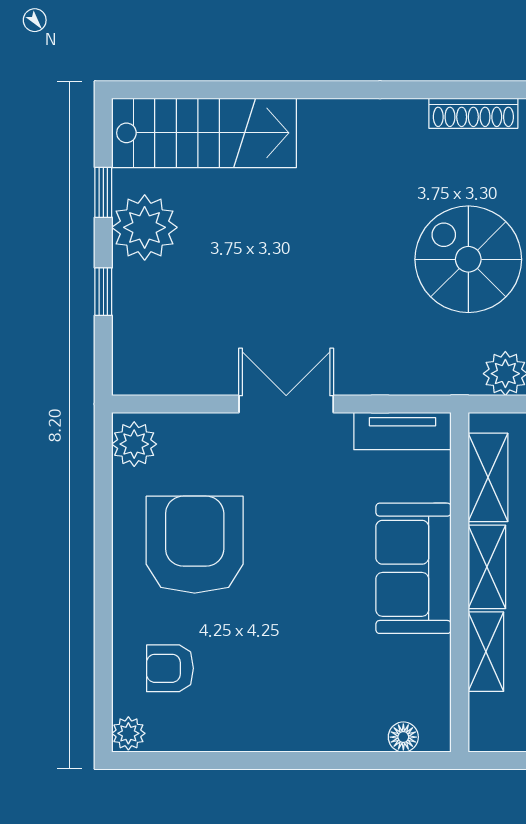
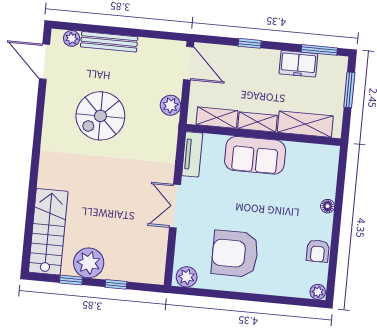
shoe rack: (473, 113) -> (51, 109), removed
spiral stairs: (468, 259) -> (100, 116), moved
shelving: (486, 652) -> (305, 124), width x1.50, depth x1.33
armchair: (170, 668) -> (318, 251), moved
floor lamp: (403, 737) -> (328, 206), moved

